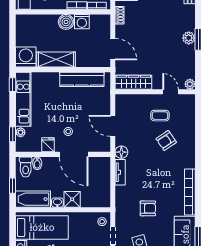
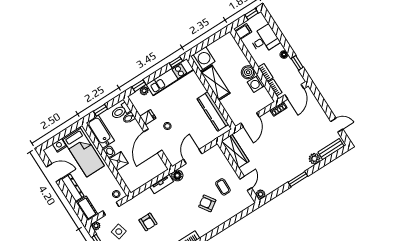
plant: (189, 38) -> (314, 159), moved

